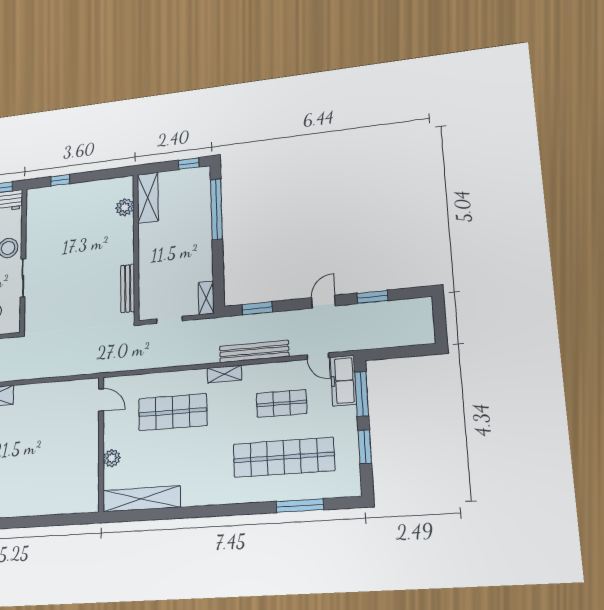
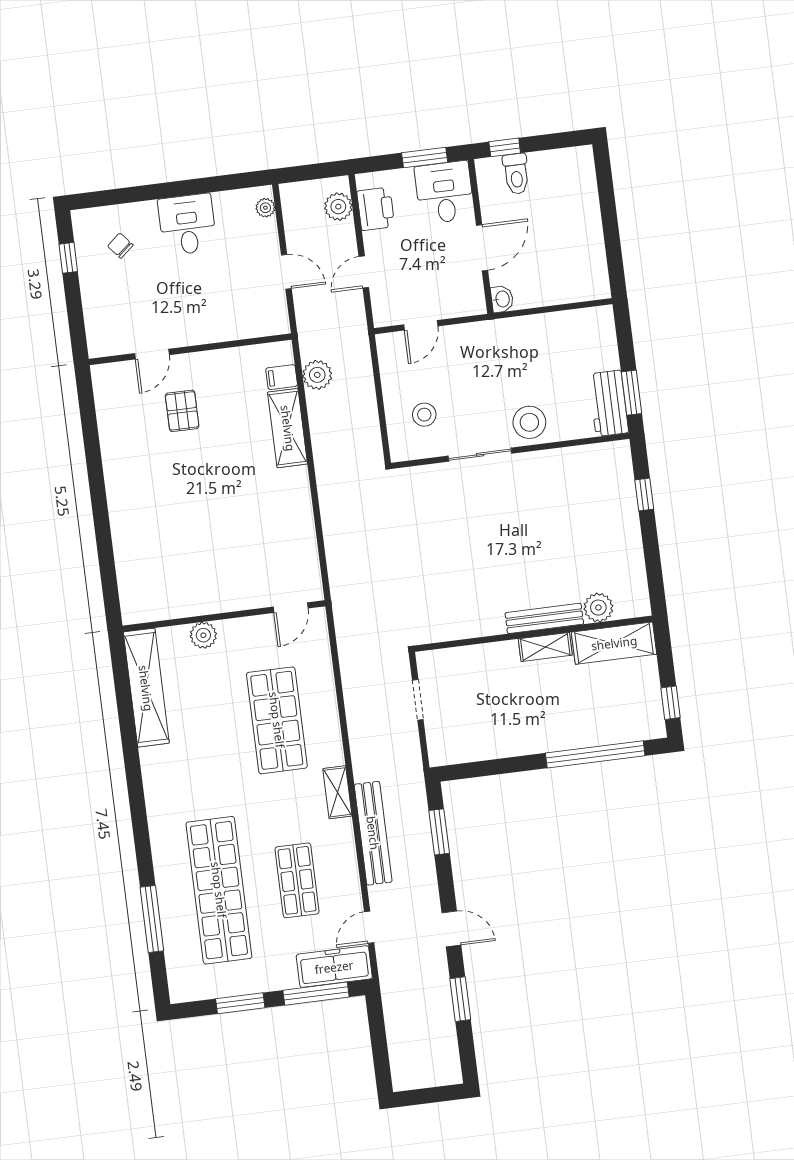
bench: (128, 288) -> (544, 618), moved
shelving: (206, 298) -> (545, 647), moved

